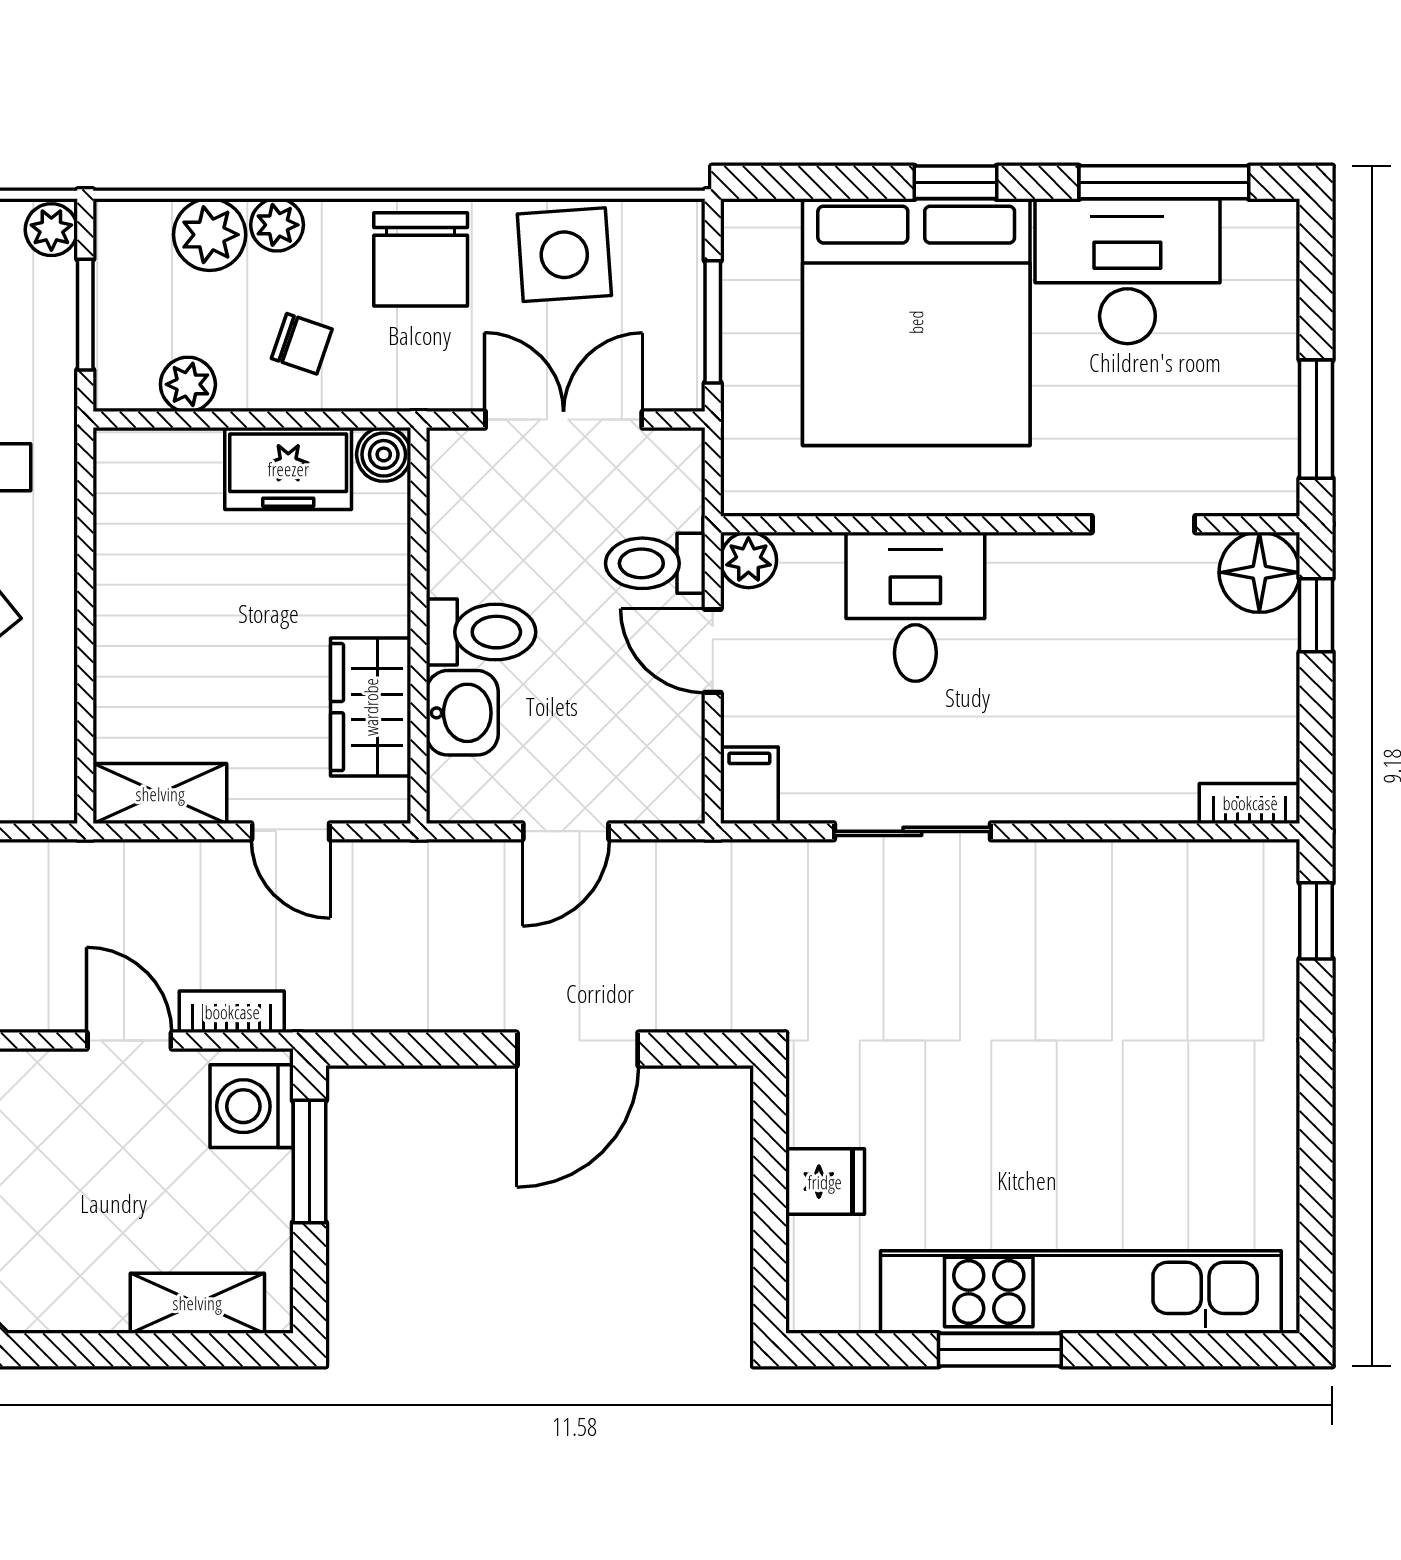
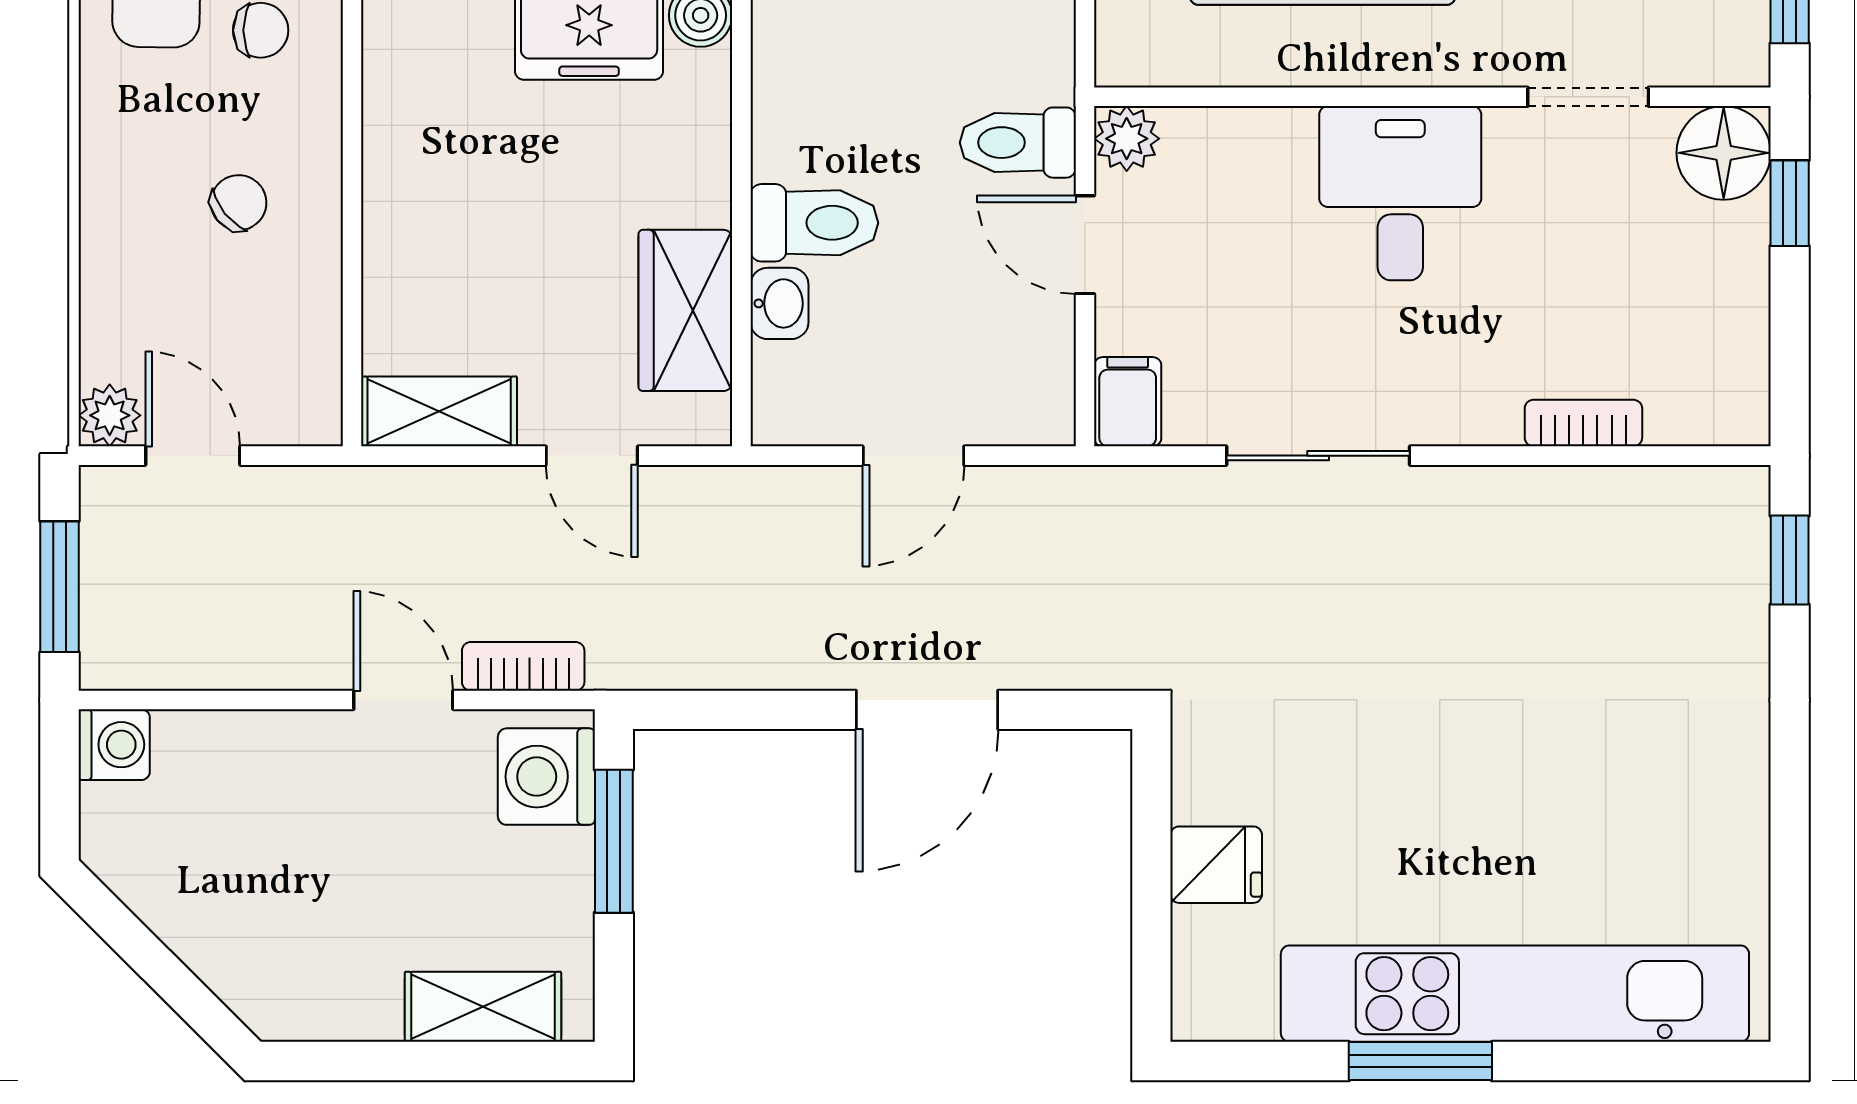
desk: (915, 607) -> (1400, 193), moved
washbasin: (462, 713) -> (779, 303), width x0.72, depth x0.69
bookcase: (1250, 803) -> (1583, 423), moved

